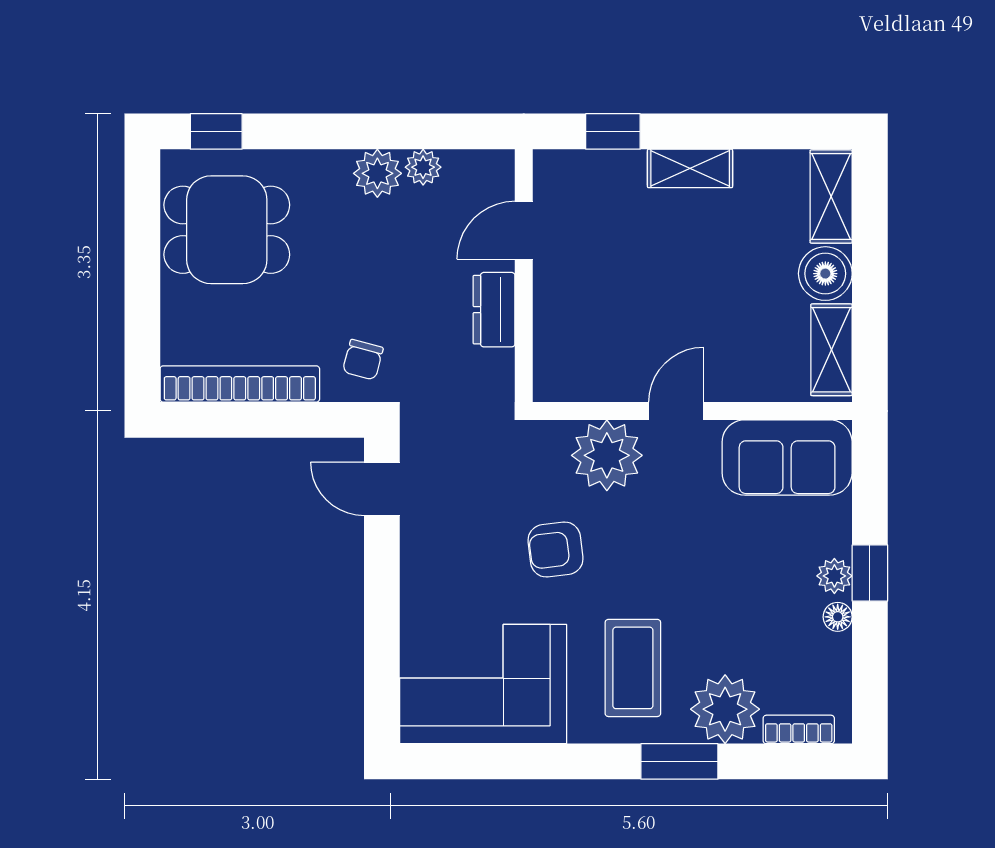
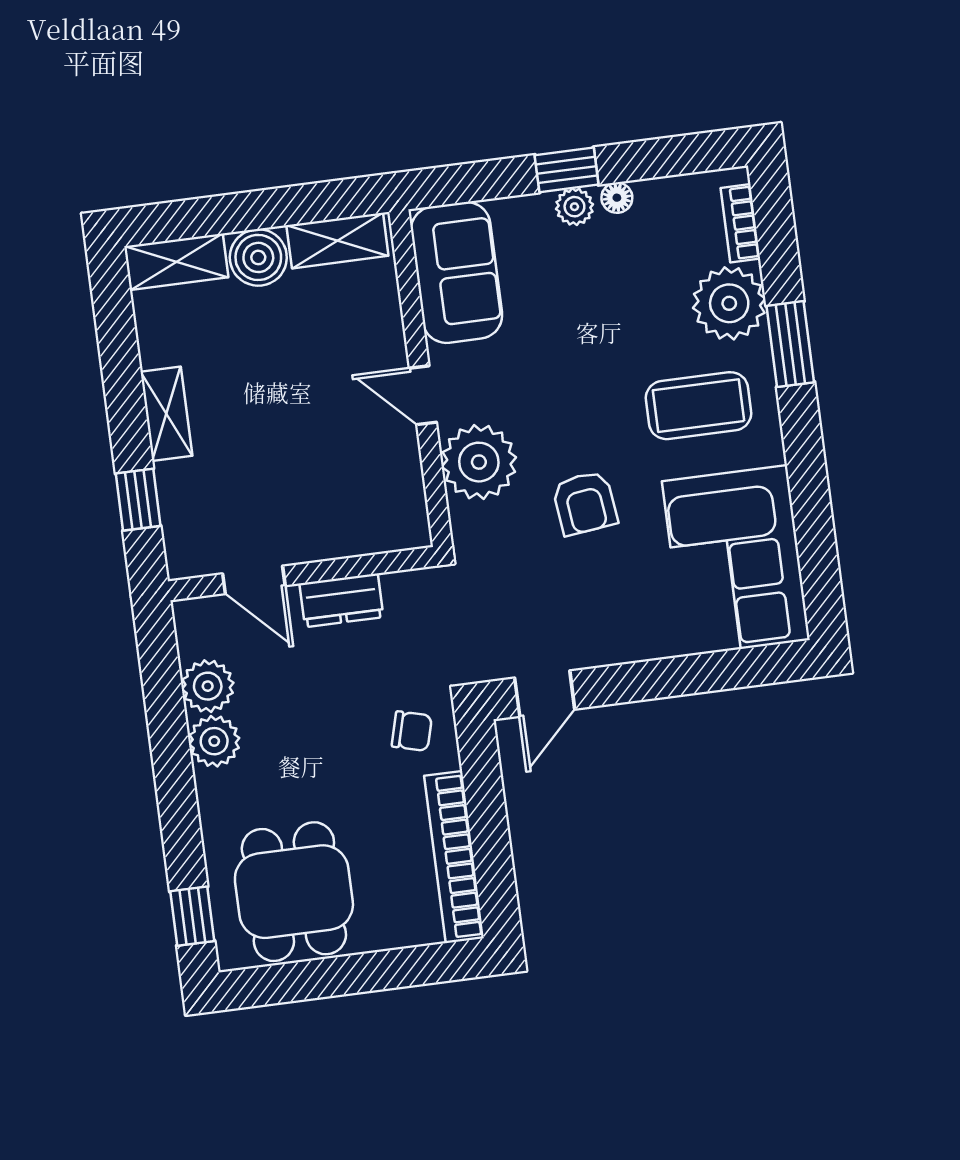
plant: (423, 167) -> (208, 686), width x1.38, depth x1.38

